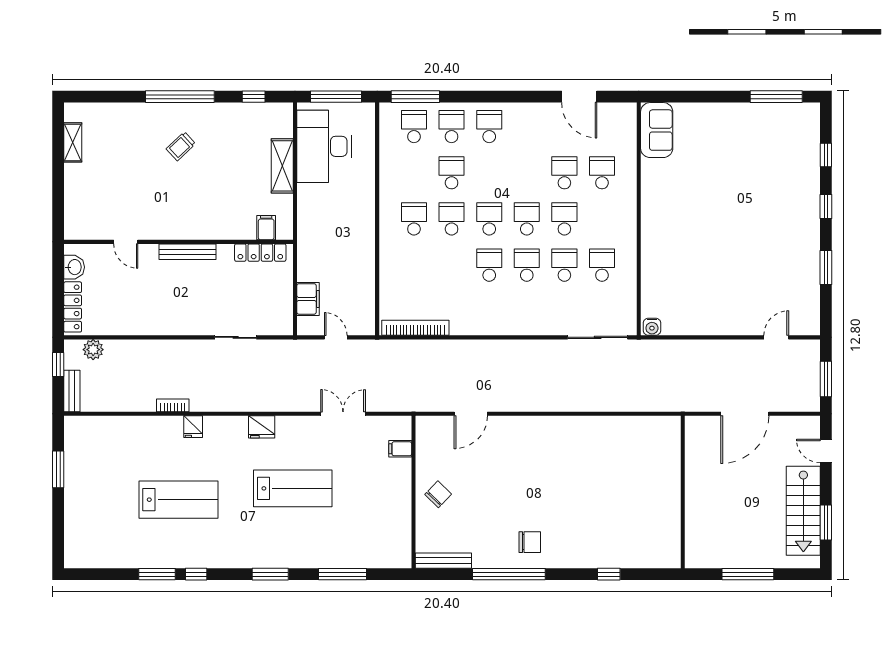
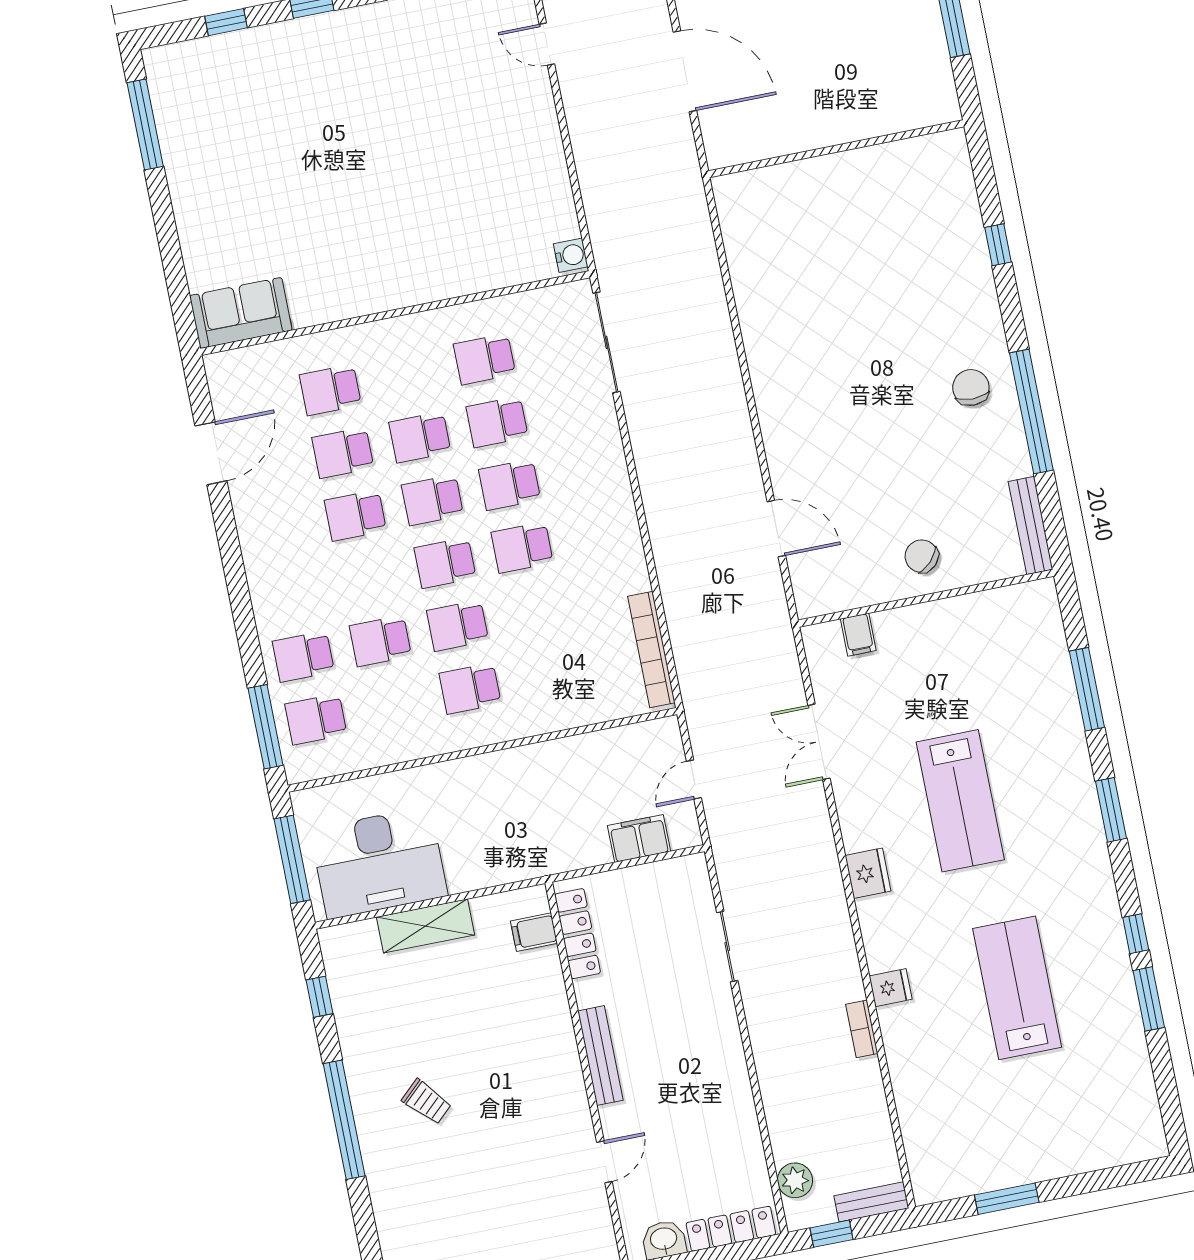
school desk: (489, 127) -> (355, 515), moved
lab bench: (293, 488) -> (960, 801), turned 180

